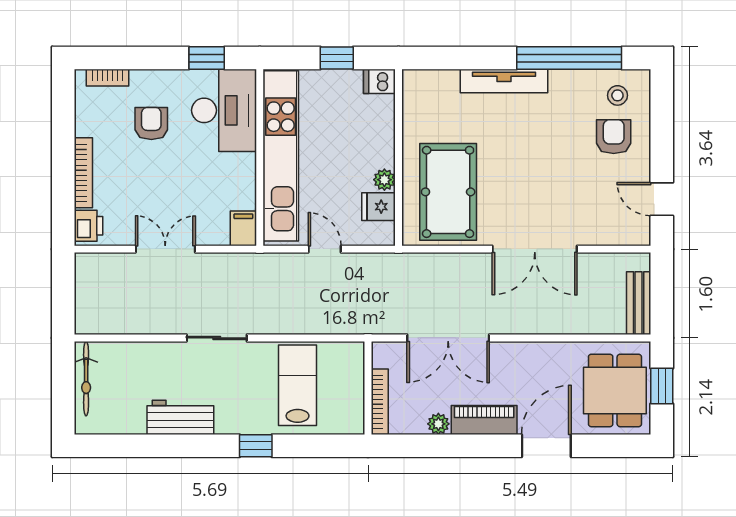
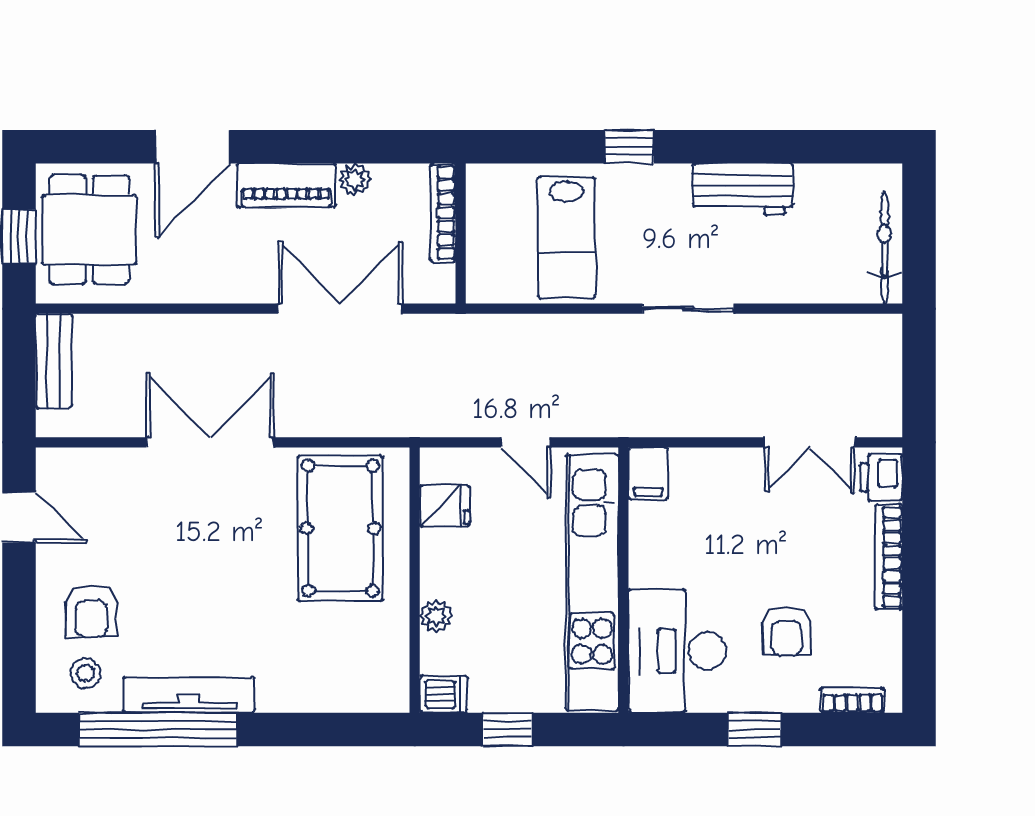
window: (207, 58) -> (754, 729), moved
tv unit: (504, 81) -> (189, 695), moved
plant: (384, 180) -> (436, 616), moved
double door: (165, 249) -> (810, 442), moved

